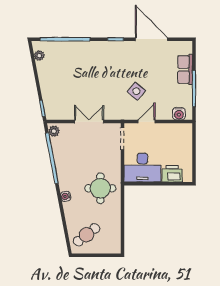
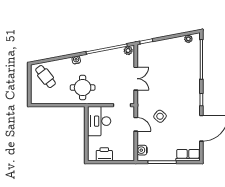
row of seats: (185, 70) -> (188, 155), moved
printer: (172, 174) -> (104, 154), moved, turned -90

